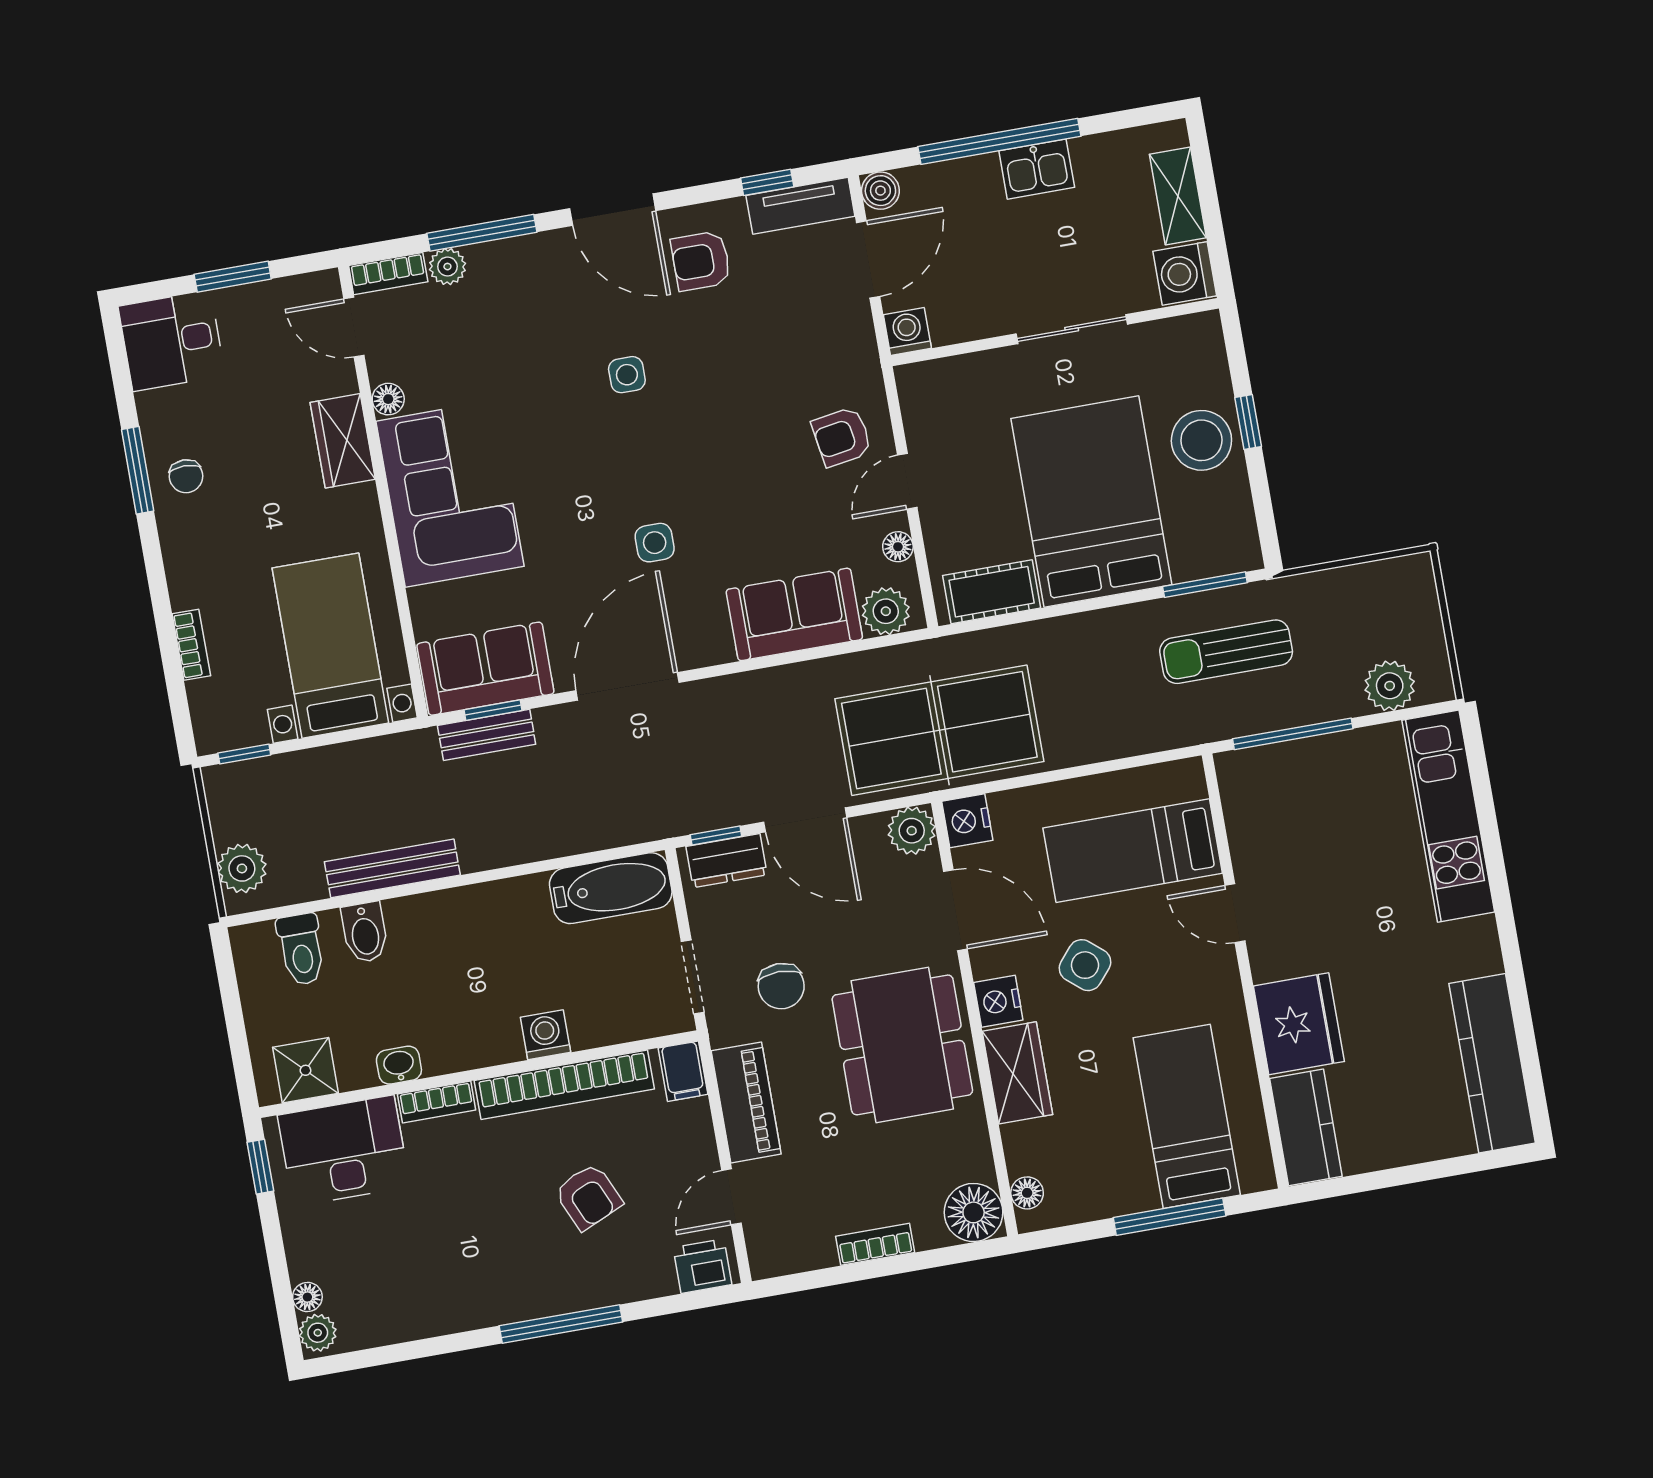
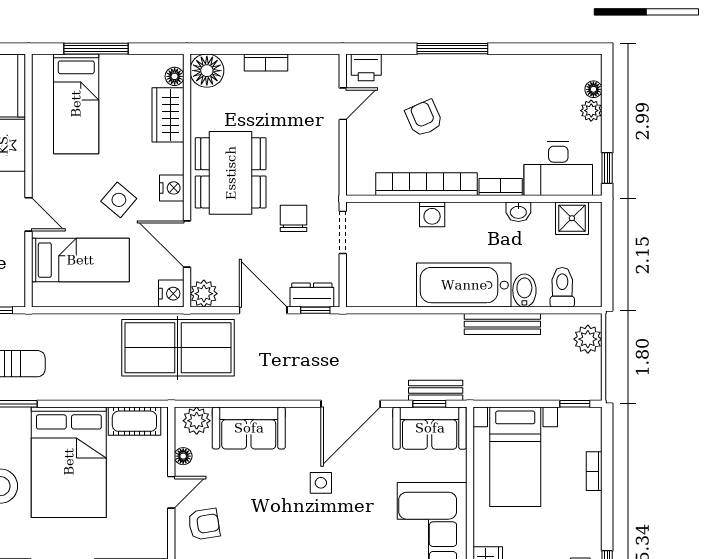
bathtub: (611, 888) -> (464, 285), moved, width x1.36, depth x1.36
filing cabinet: (683, 1071) -> (358, 180), removed
wardrobe: (1017, 1073) -> (168, 115), moved
piano: (746, 1102) -> (325, 156), removed
plant: (318, 1333) -> (591, 111), moved

